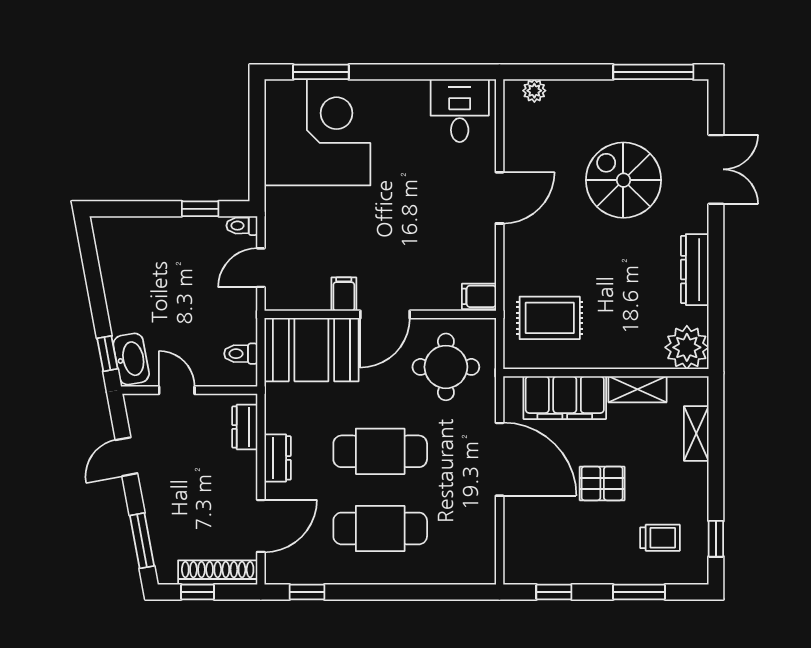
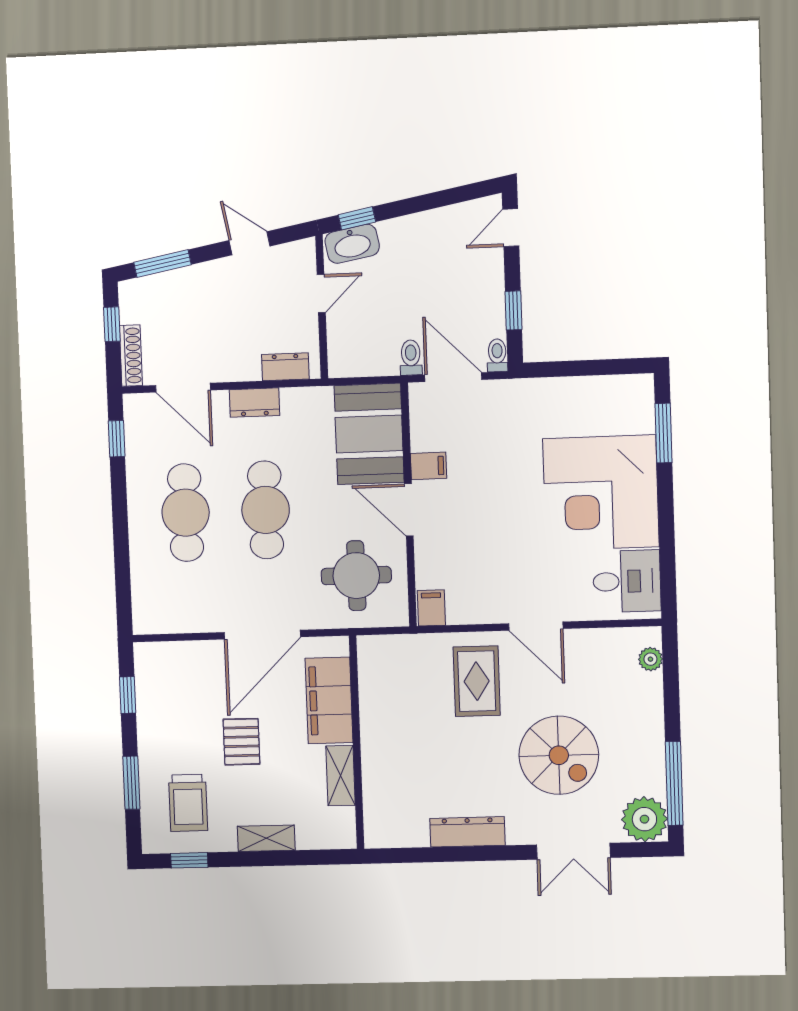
corner desk: (317, 132) -> (601, 493), moved, turned 90
spiral stairs: (623, 180) -> (559, 755), turned 90
door: (122, 209) -> (511, 228), added
door: (261, 268) -> (453, 377), width x1.38
rug: (550, 318) -> (477, 681), moved
plant: (687, 347) -> (644, 819), moved
toilet: (241, 354) -> (411, 358), moved
shelving: (696, 433) -> (266, 838), moved
trolley: (660, 538) -> (188, 803), width x1.36, depth x1.39
shoe rack: (218, 572) -> (131, 356), width x0.74, depth x0.81

